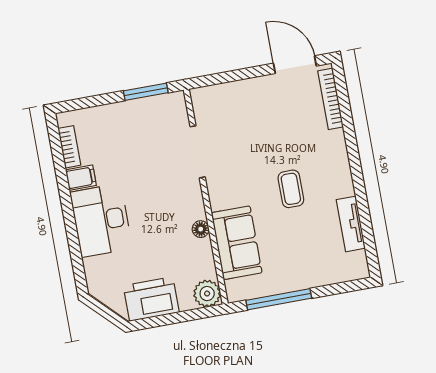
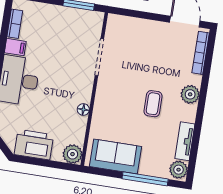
plant: (336, 159) -> (190, 94), added
sofa: (237, 243) -> (115, 156), moved, turned -90
plant: (356, 265) -> (179, 170), added
window: (279, 299) -> (145, 179), moved

